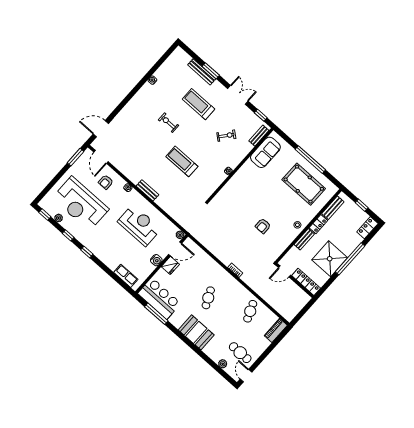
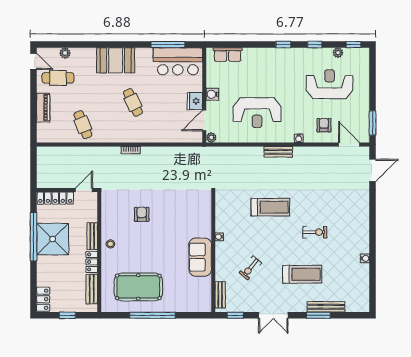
sofa: (265, 152) -> (200, 257), moved
reception desk: (81, 204) -> (330, 84), width x0.74, depth x0.77
window: (350, 259) -> (34, 237), moved
piano: (276, 330) -> (43, 108), moved

